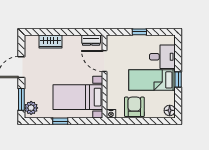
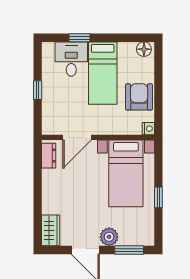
wardrobe: (50, 42) -> (51, 230), moved
window: (178, 79) -> (80, 38), moved
armchair: (134, 107) -> (139, 97), turned 90
plant: (31, 108) -> (109, 237), moved

